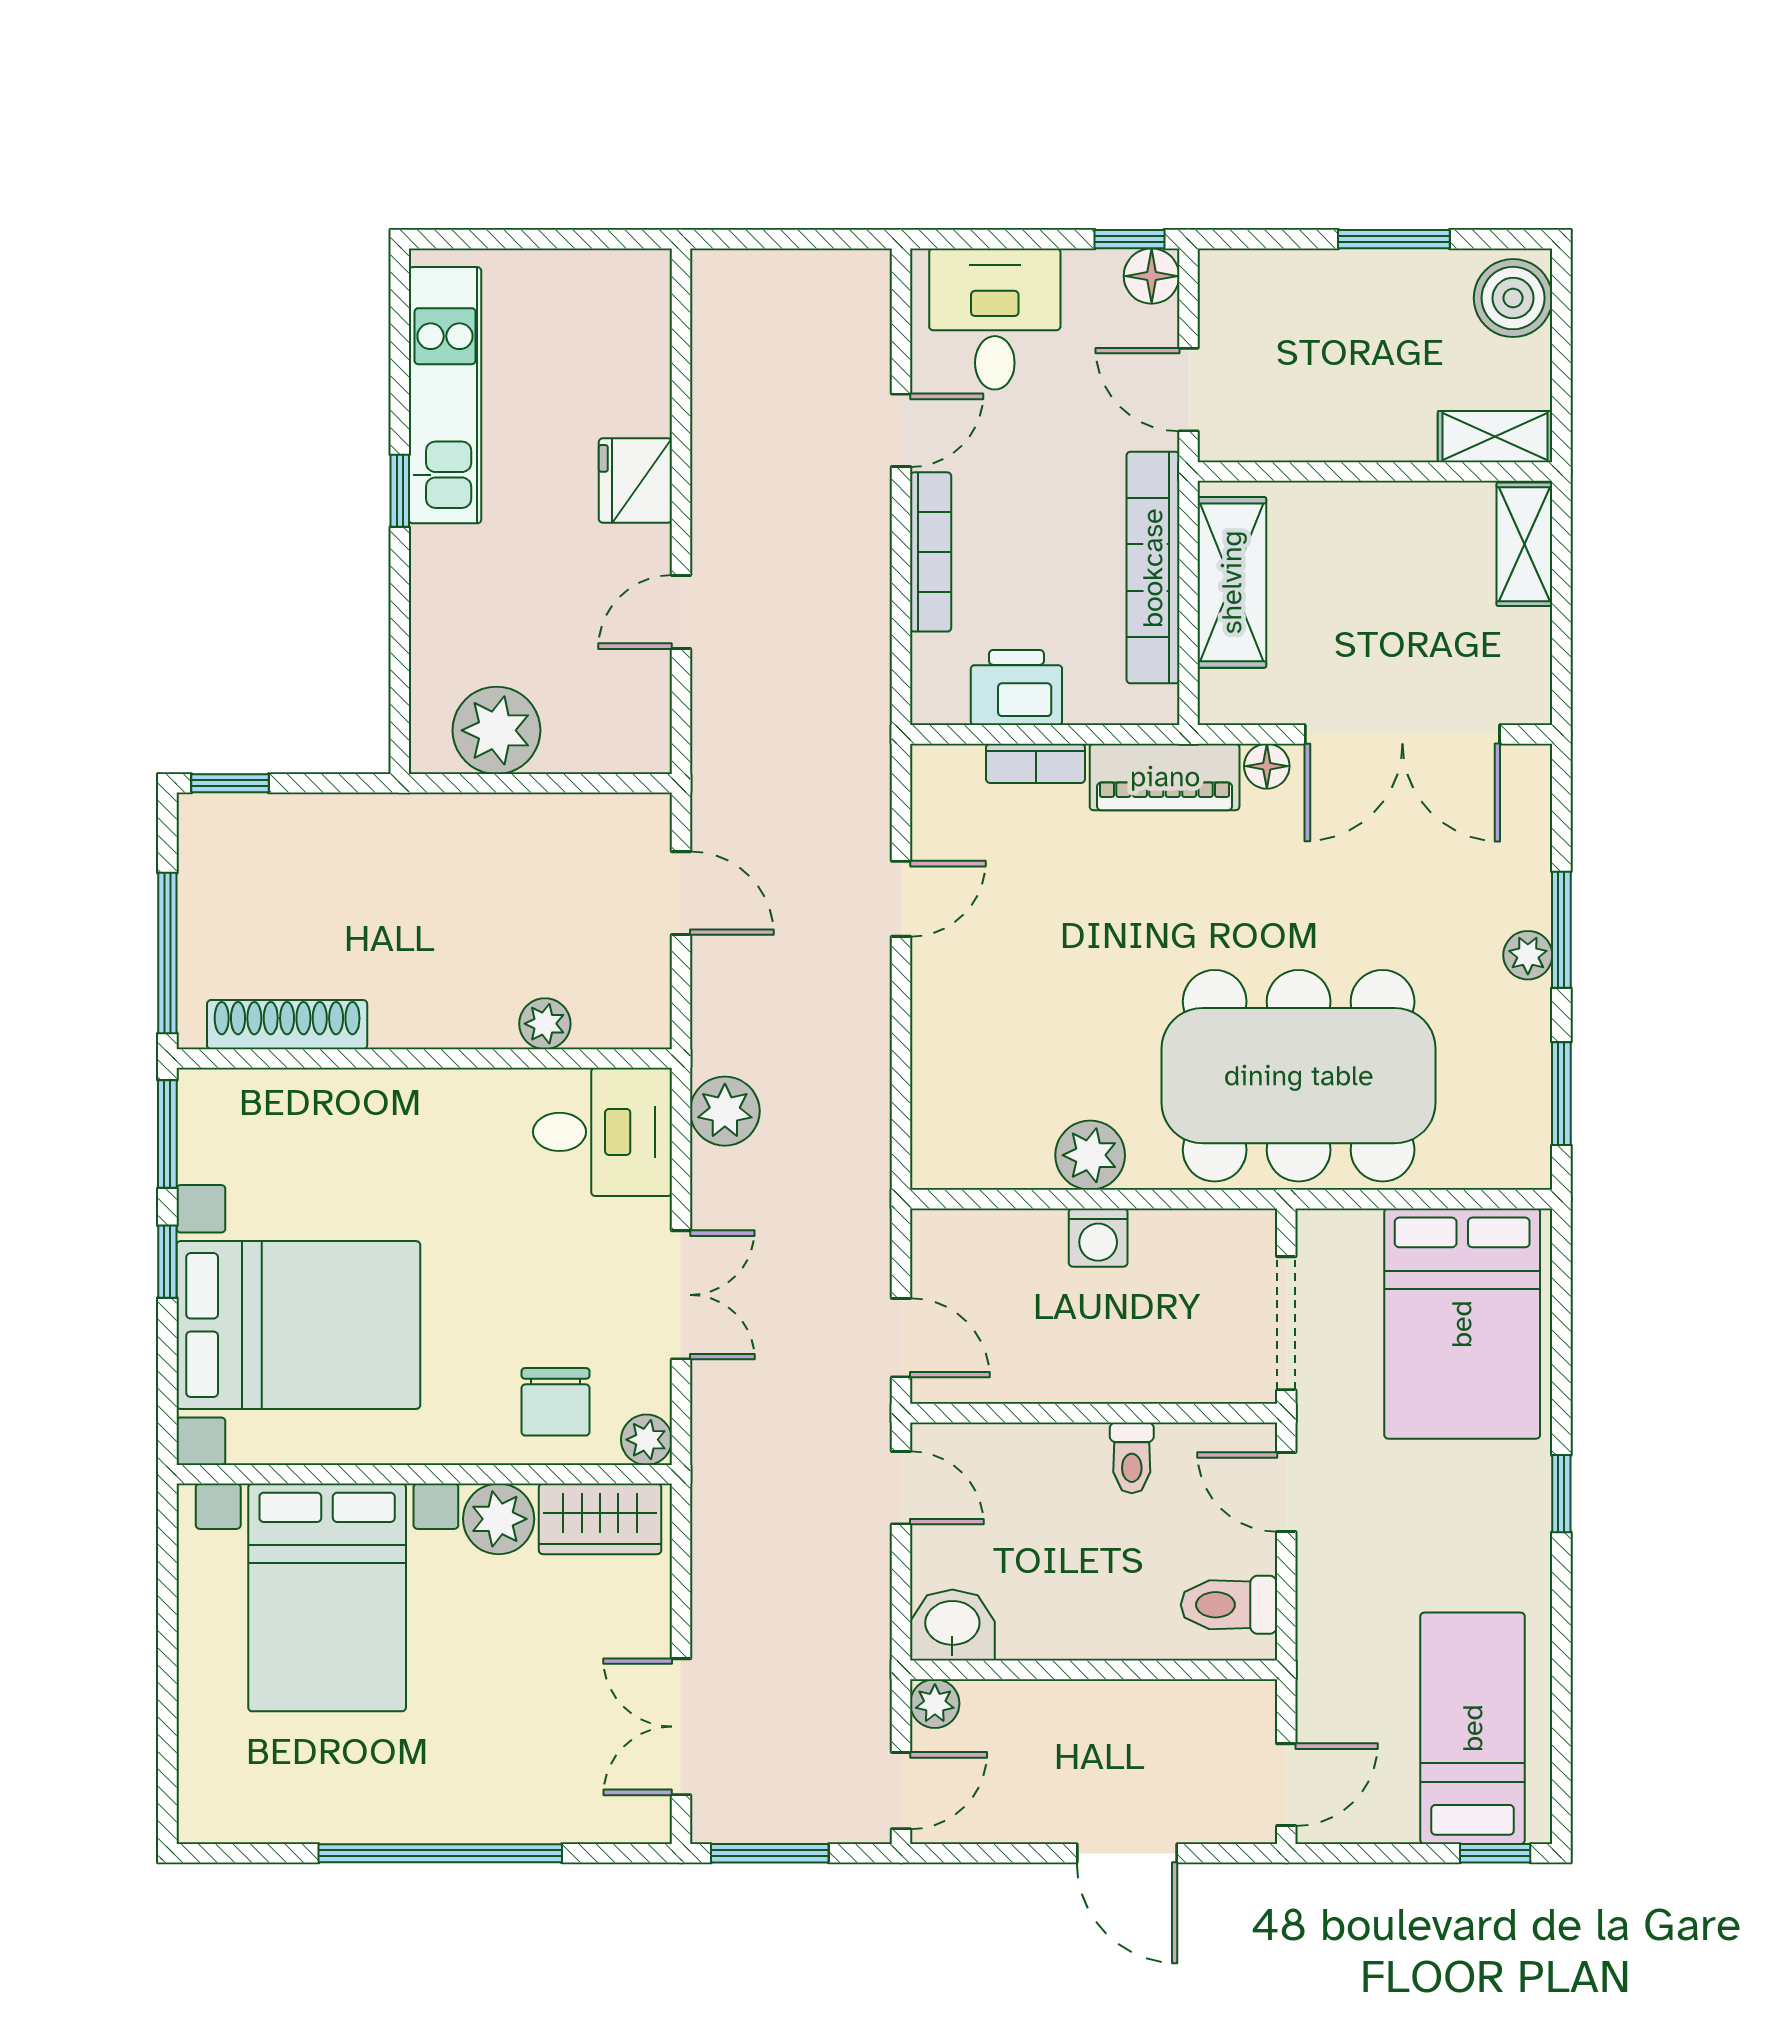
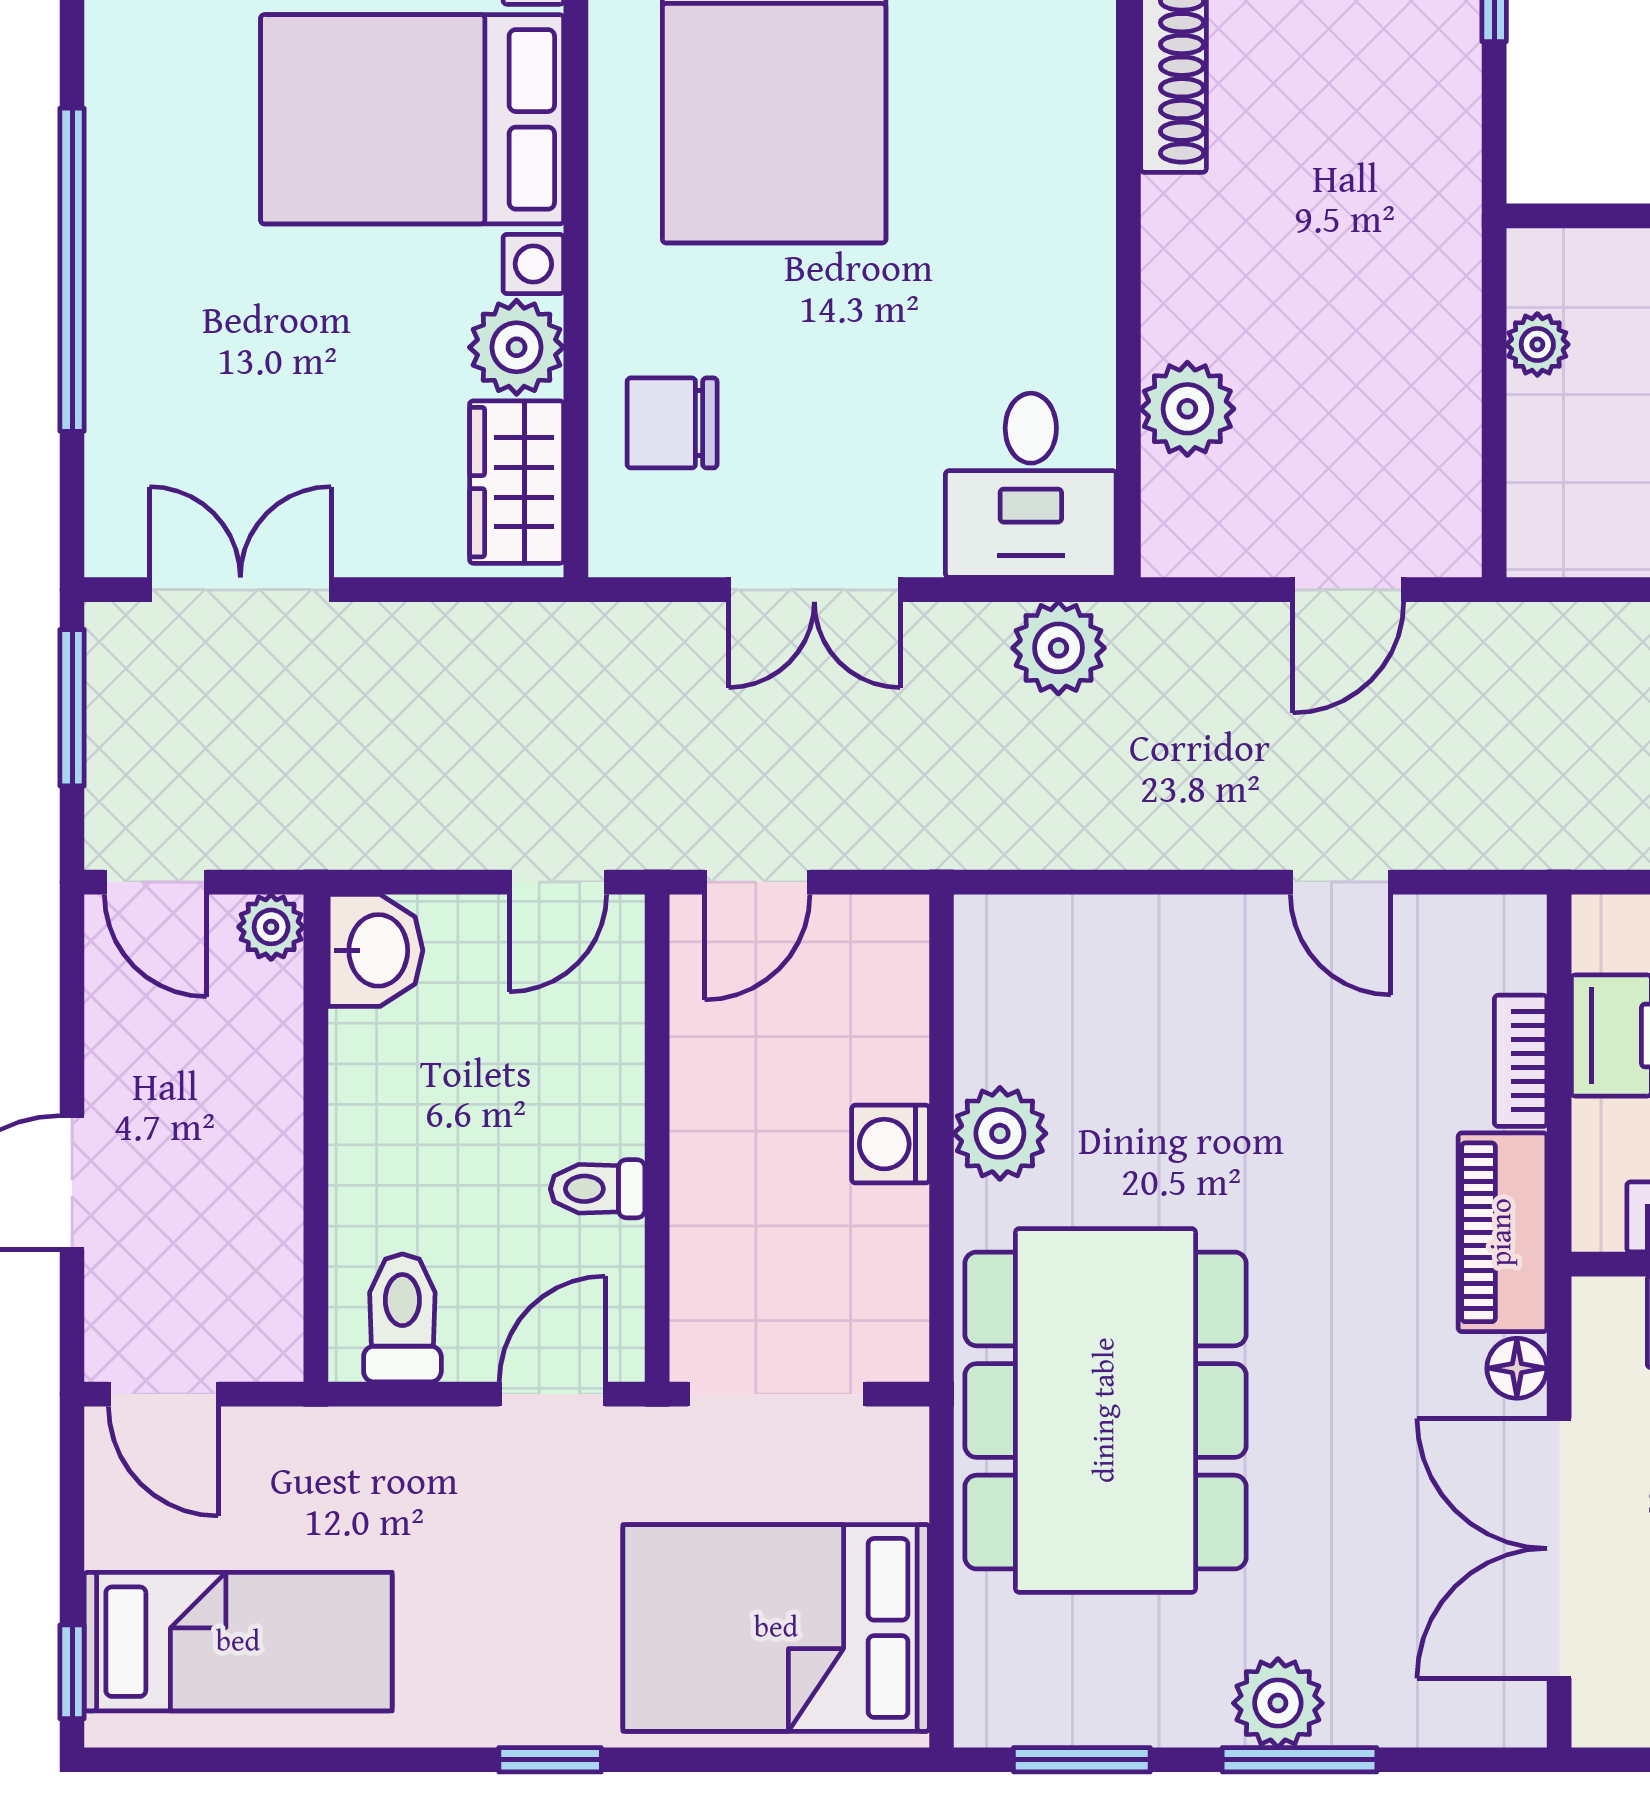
plant: (496, 730) -> (1537, 344), width x0.53, depth x0.53
plant: (1528, 955) -> (1278, 1703), width x1.38, depth x1.38
plant: (545, 1024) -> (1187, 409), width x1.38, depth x1.38
plant: (646, 1440) -> (622, 544), removed

